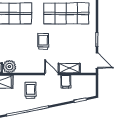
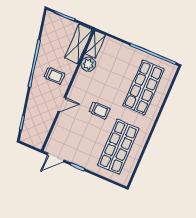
shelving: (69, 68) -> (60, 126), removed
filing cabinet: (66, 82) -> (48, 116), removed

